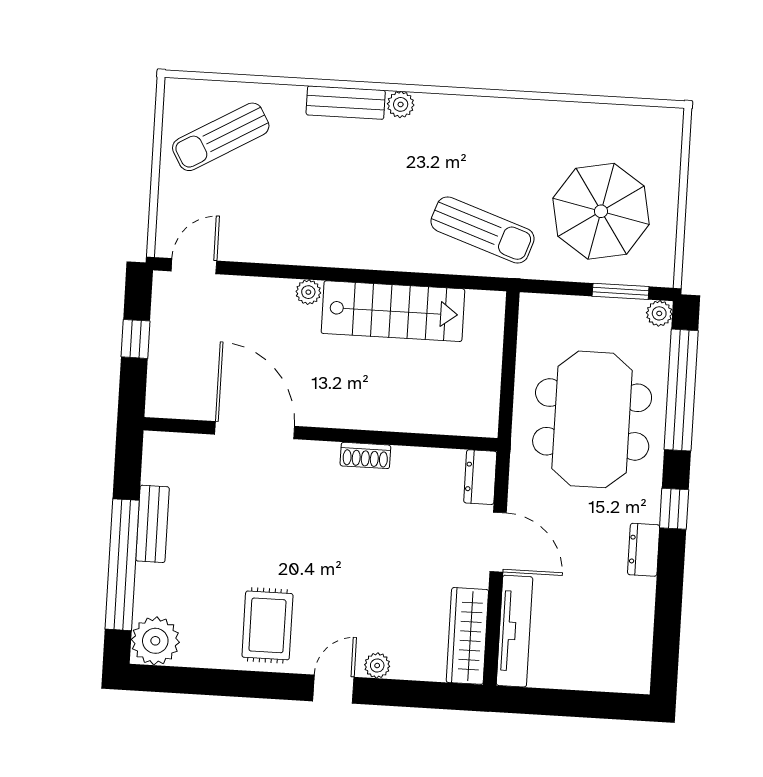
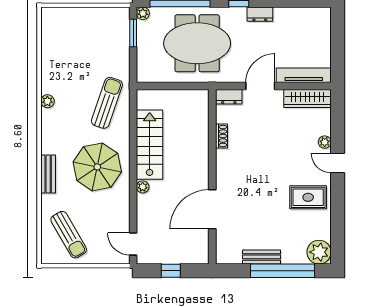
plant: (401, 104) -> (47, 101), moved
parasol: (601, 211) -> (97, 167), moved
shoe rack: (365, 455) -> (222, 136), moved

